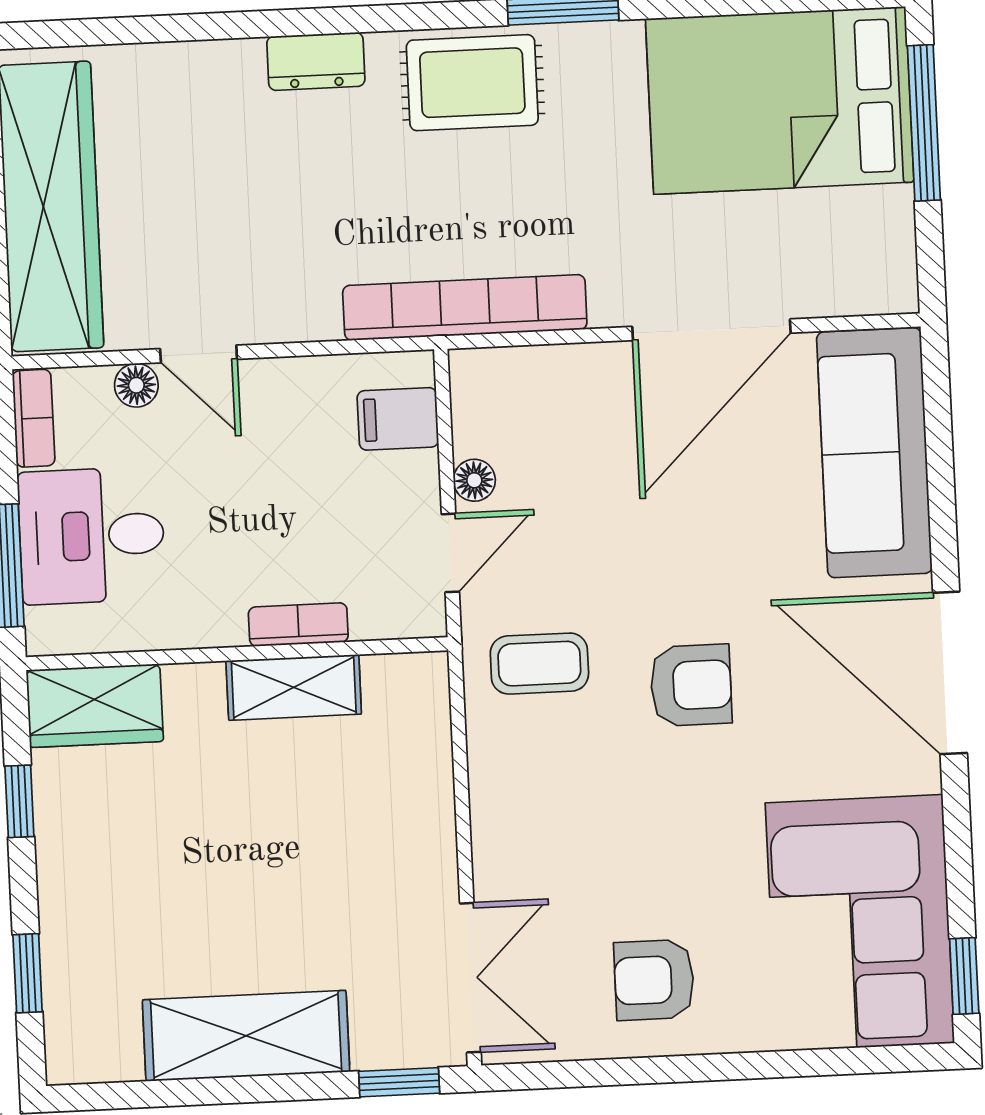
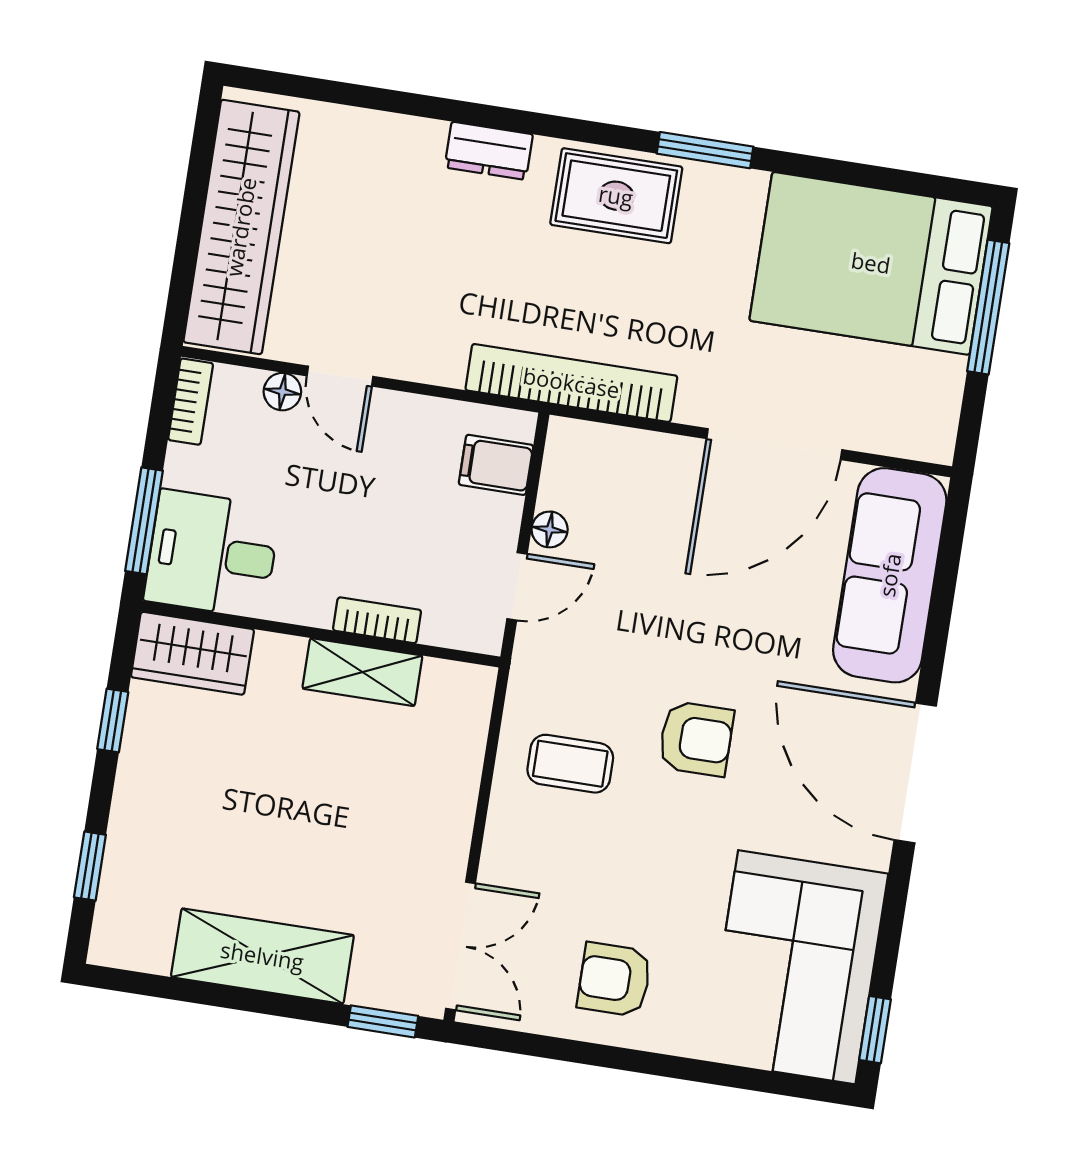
desk: (92, 536) -> (212, 554), moved
coffee table: (539, 664) -> (570, 764), moved

